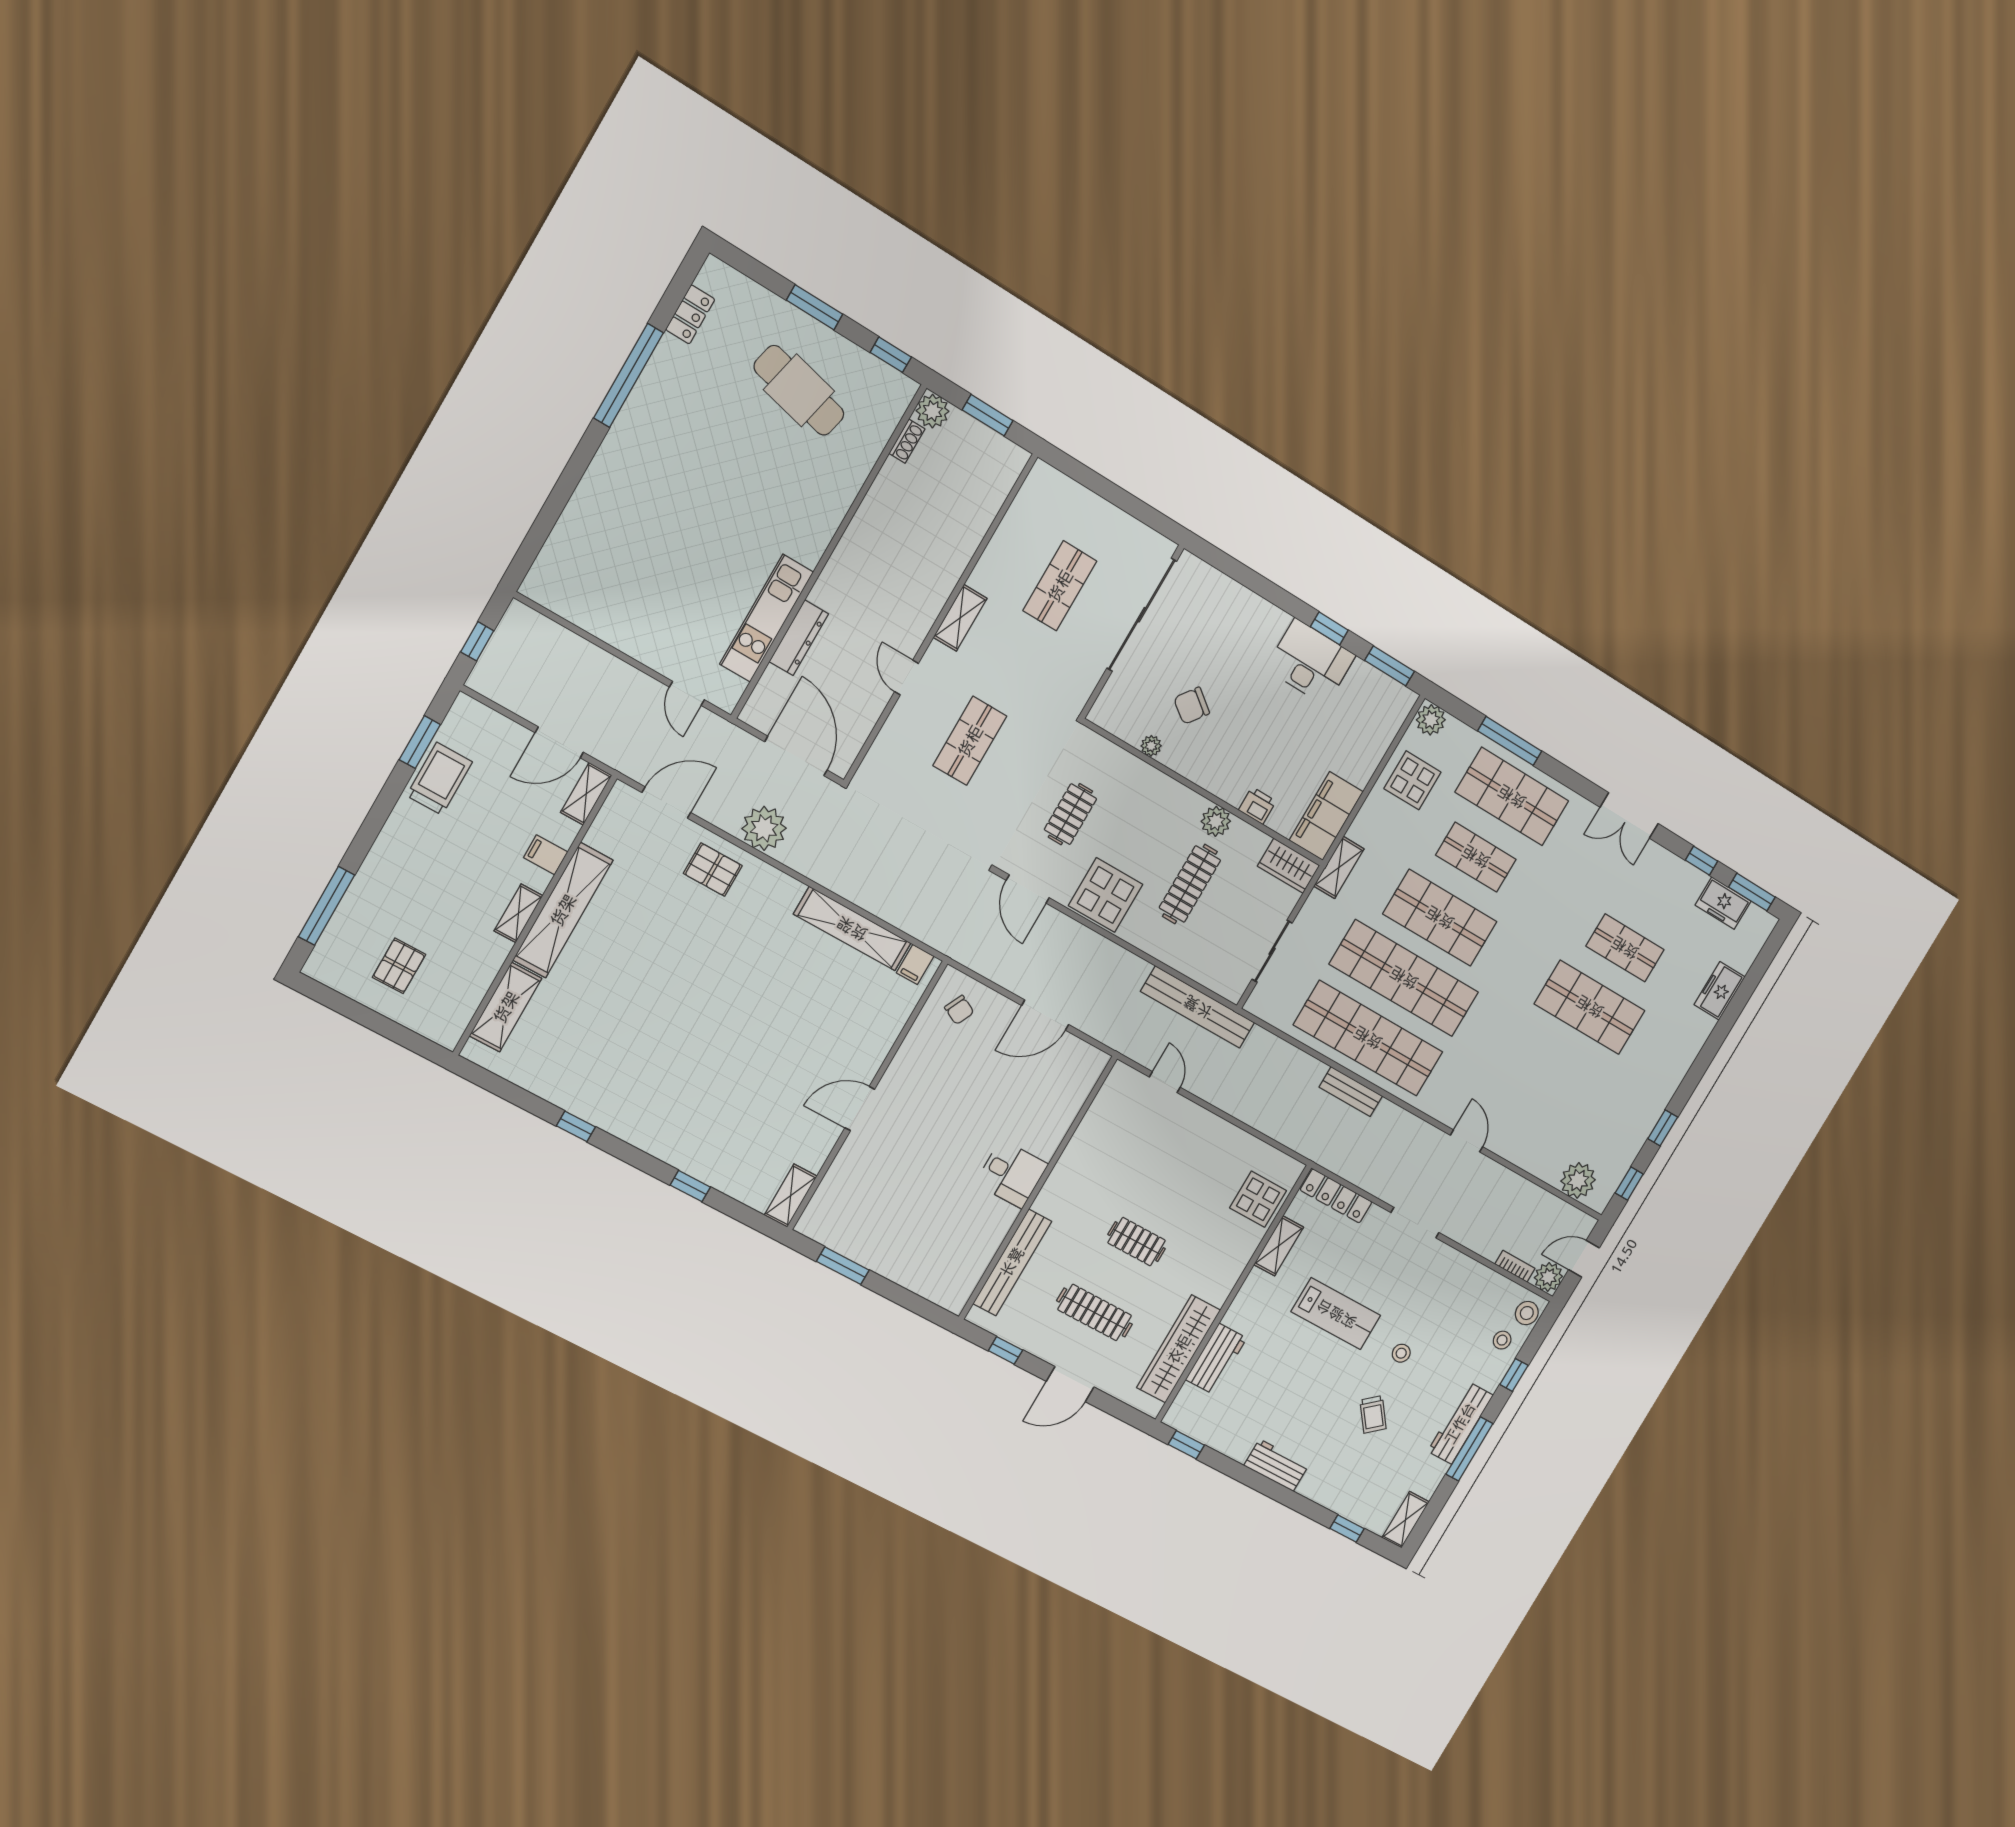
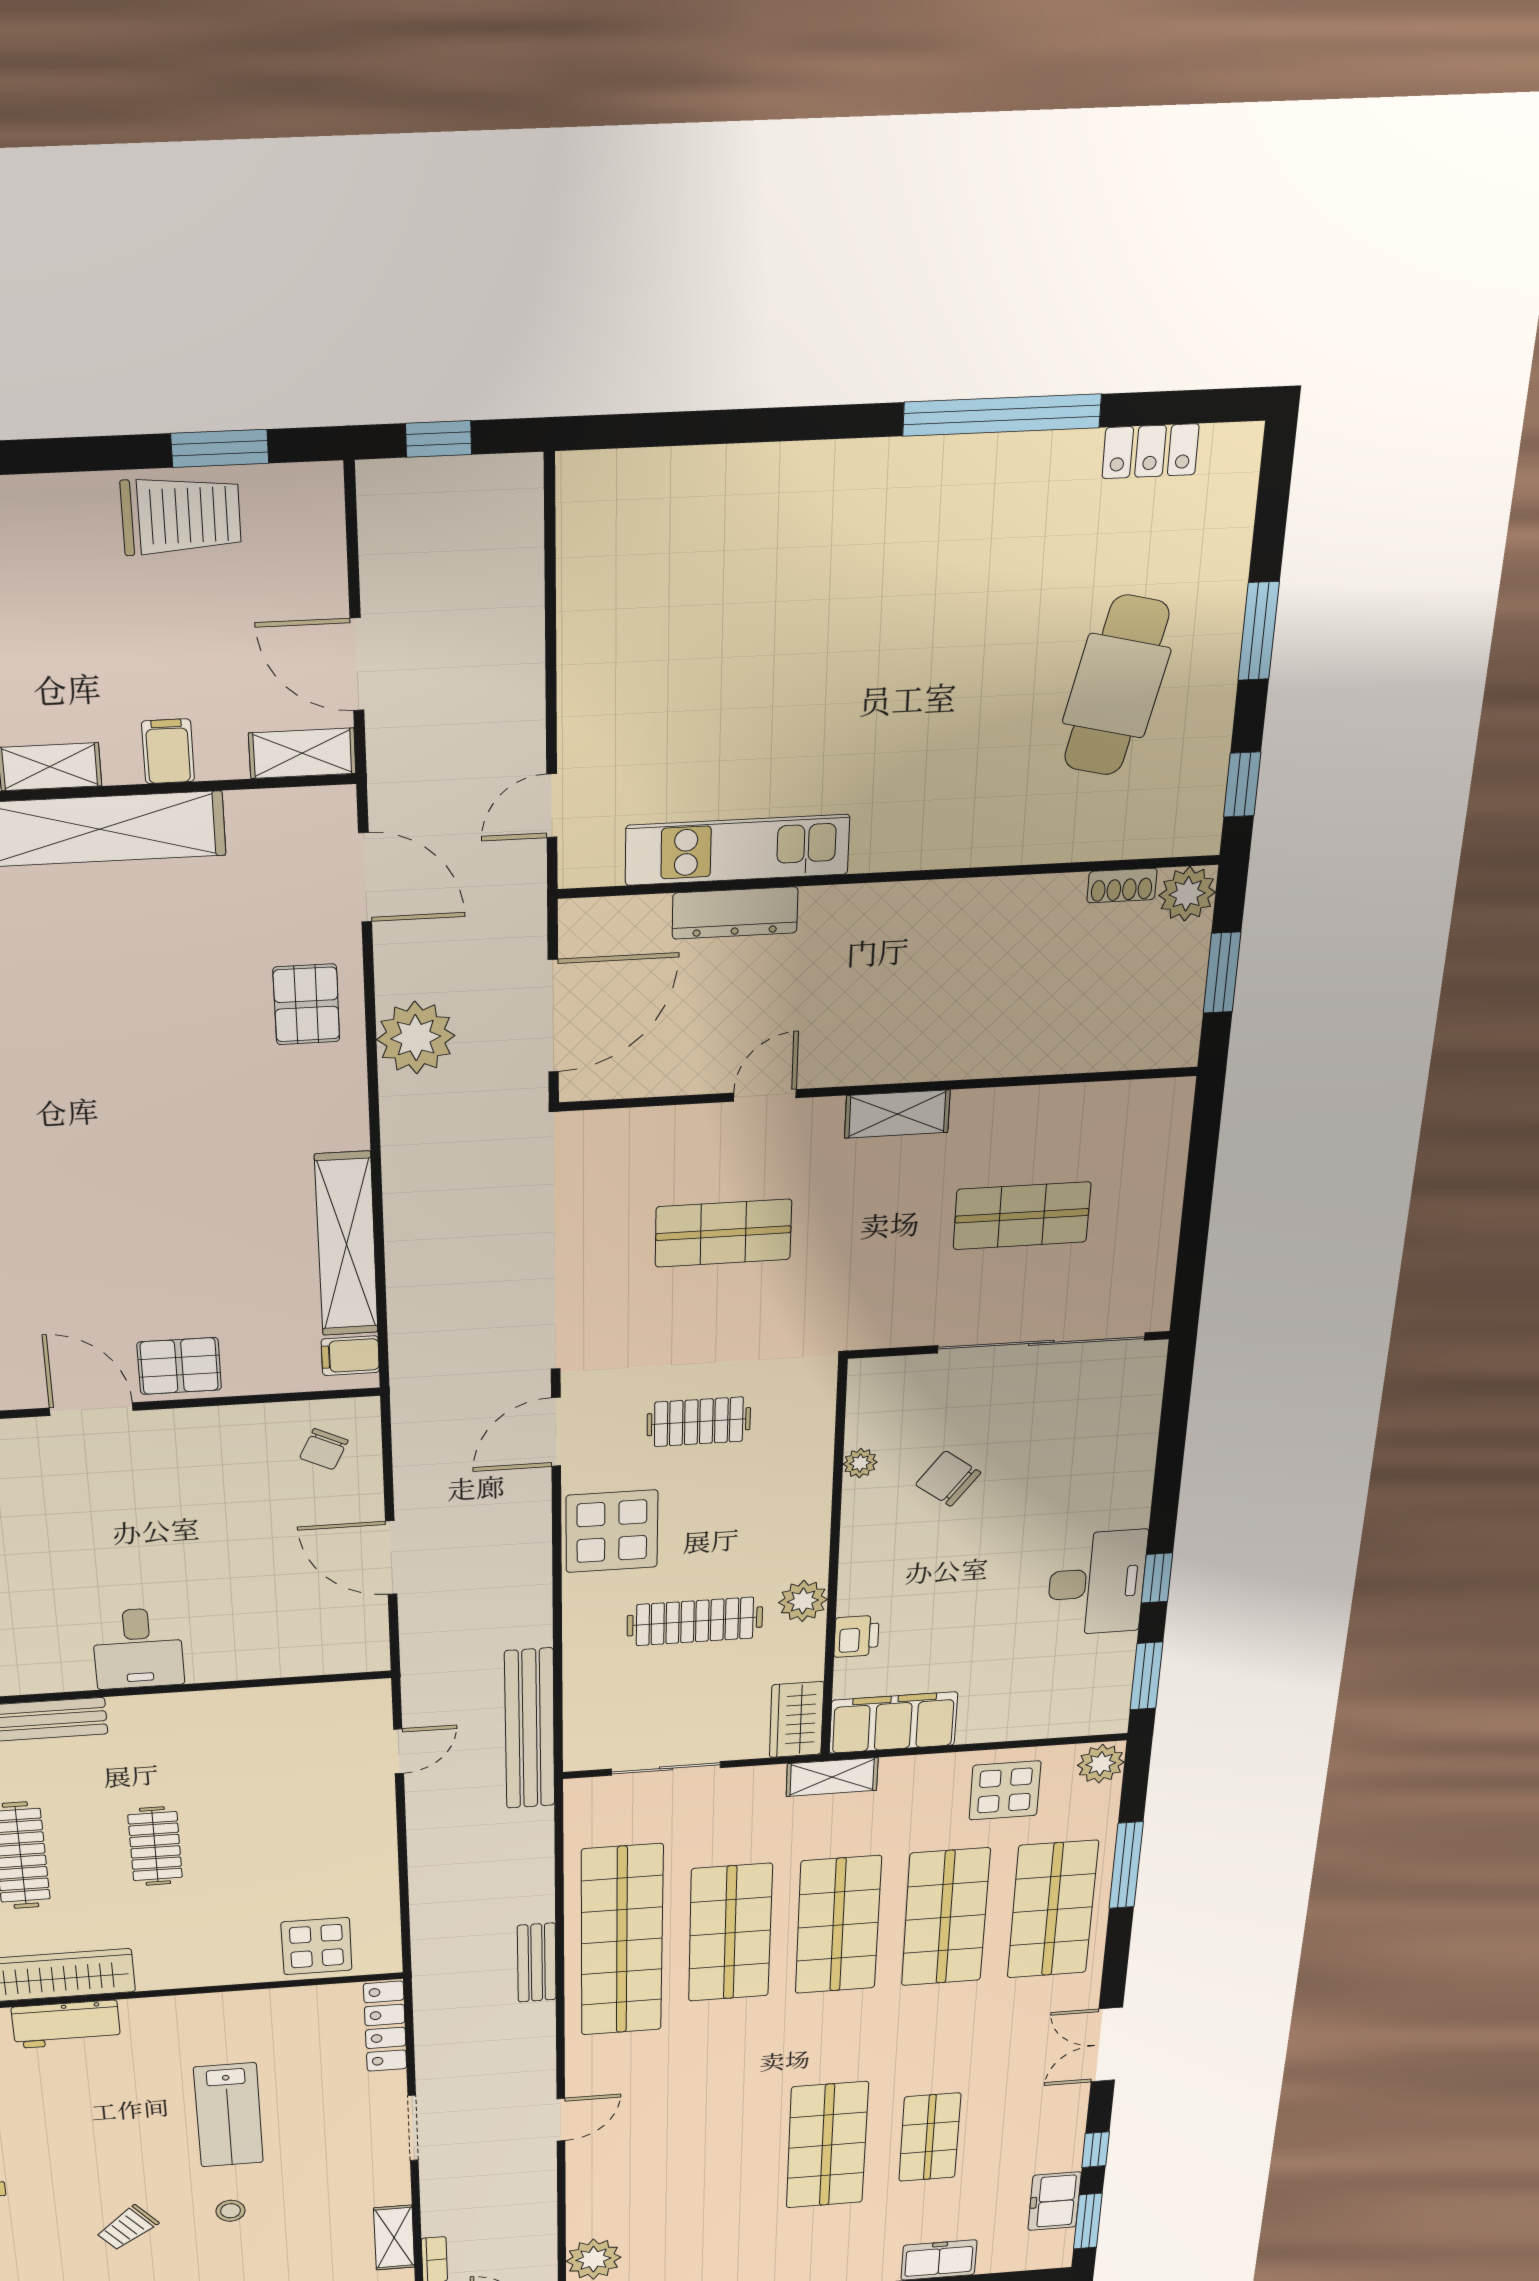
shop shelf: (1476, 857) -> (946, 1917), width x1.43, depth x1.36
shop shelf: (1404, 978) -> (730, 1933), width x0.71
pallet: (865, 1051) -> (179, 1366), added
shelving: (1279, 1246) -> (394, 2238), moved, turned 90

